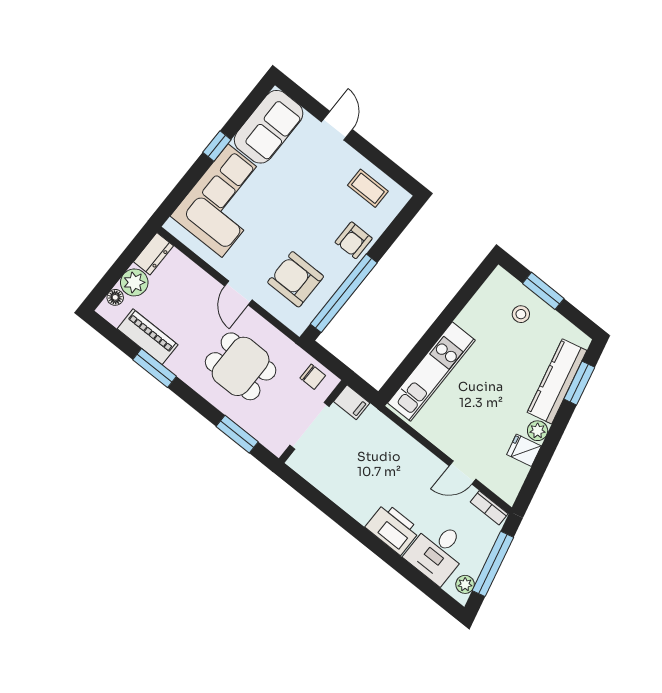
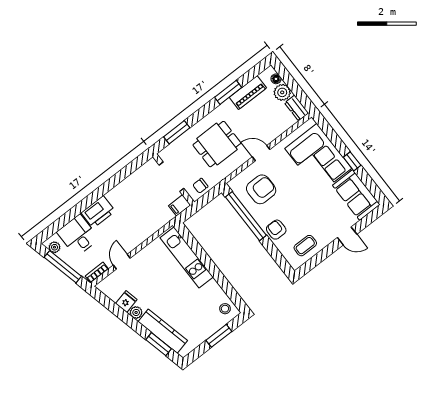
stool: (521, 314) -> (225, 309), moved

